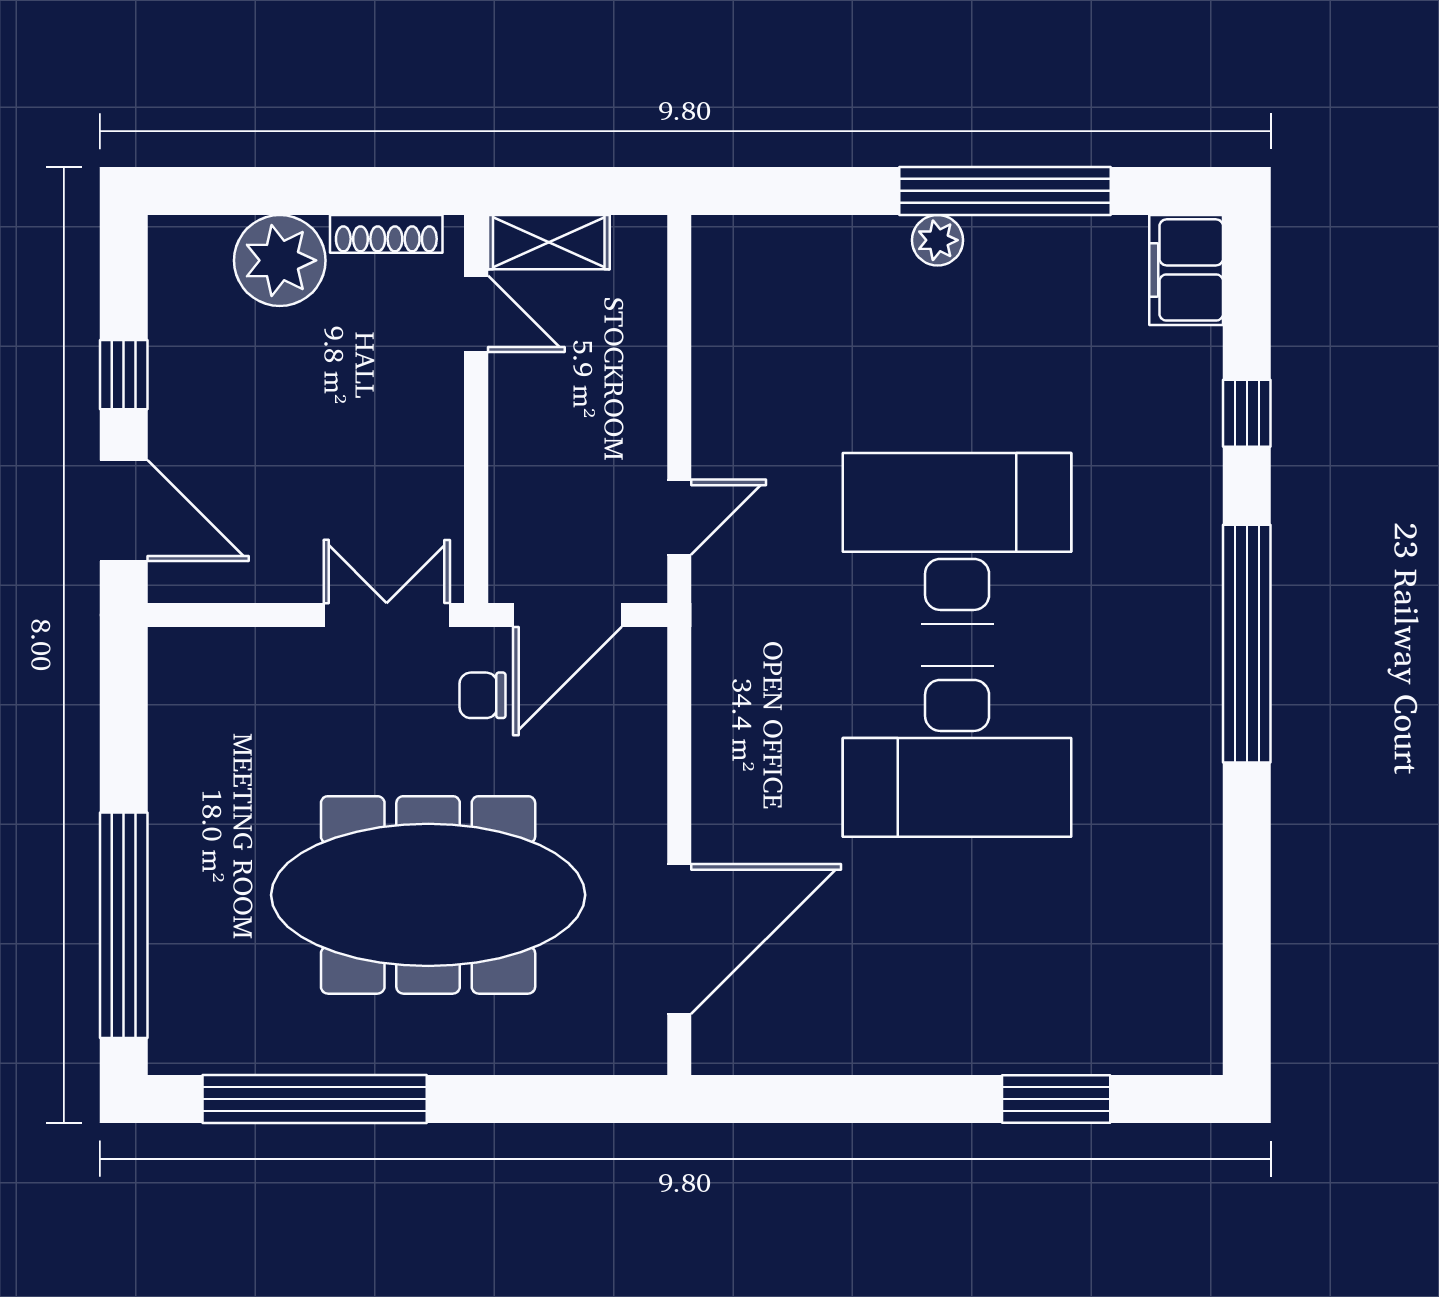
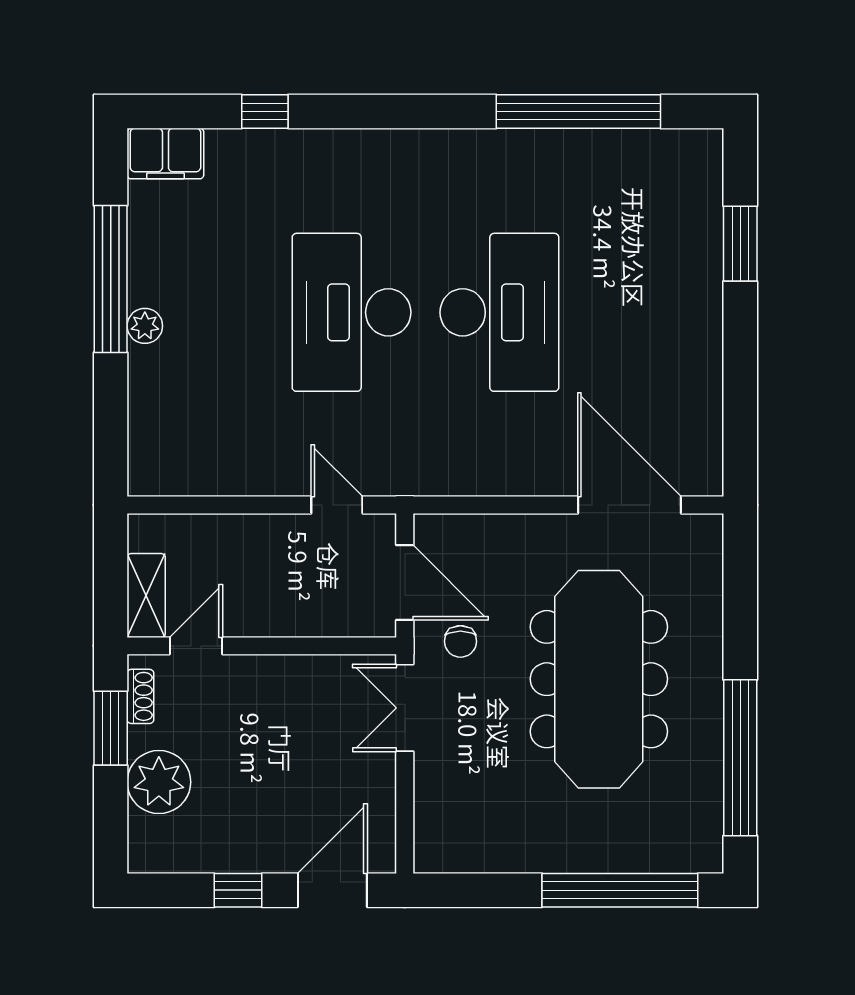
window: (357, 191) -> (111, 728), added
shoe rack: (386, 234) -> (140, 696), width x0.70
window: (1247, 644) -> (578, 111), moved

